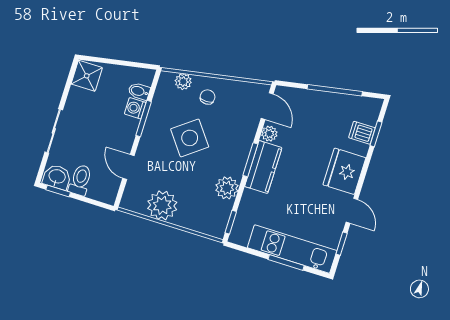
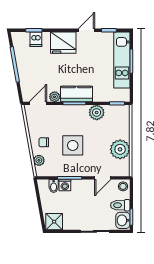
side table: (190, 138) -> (73, 145), turned 37
stool: (107, 193) -> (123, 186), added

